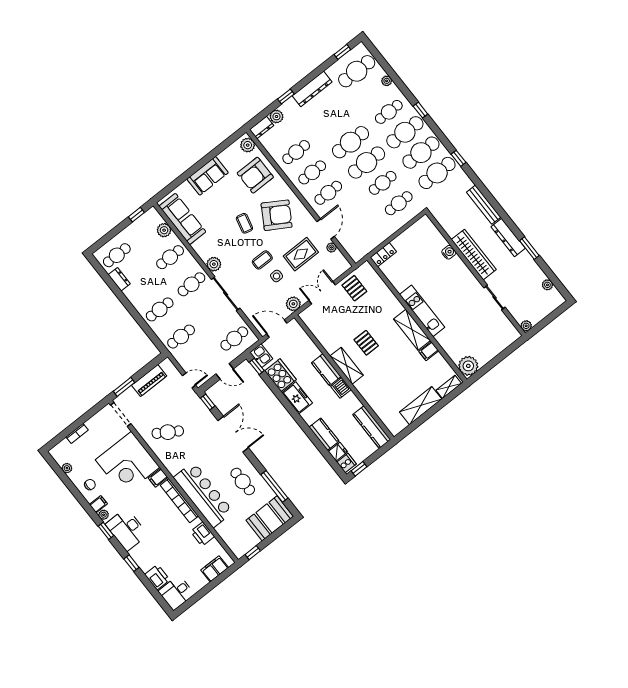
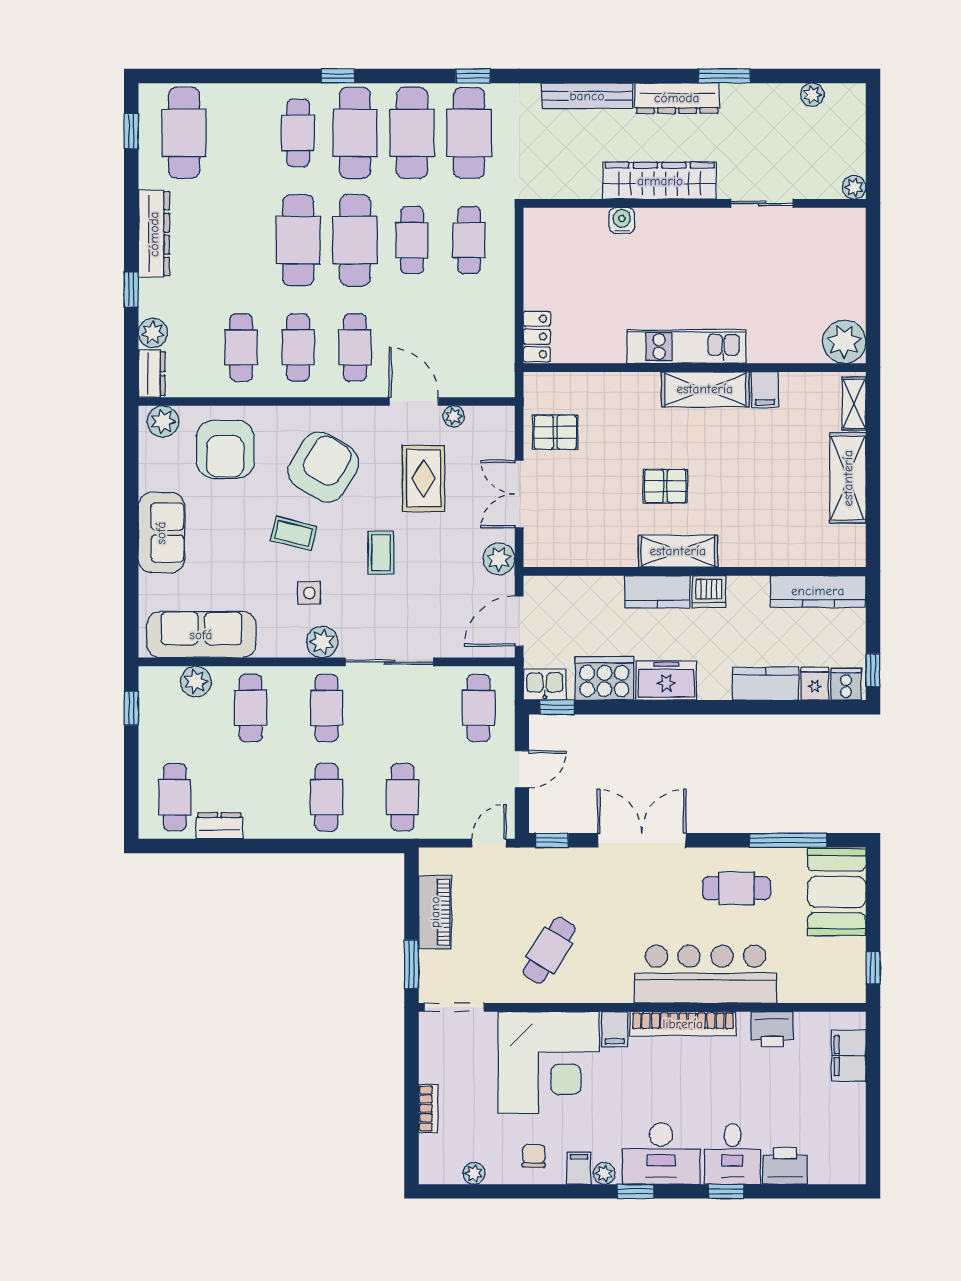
plant: (387, 81) -> (242, 94), removed
side table: (277, 276) -> (309, 593), moved
desk: (176, 593) -> (733, 1154), moved

